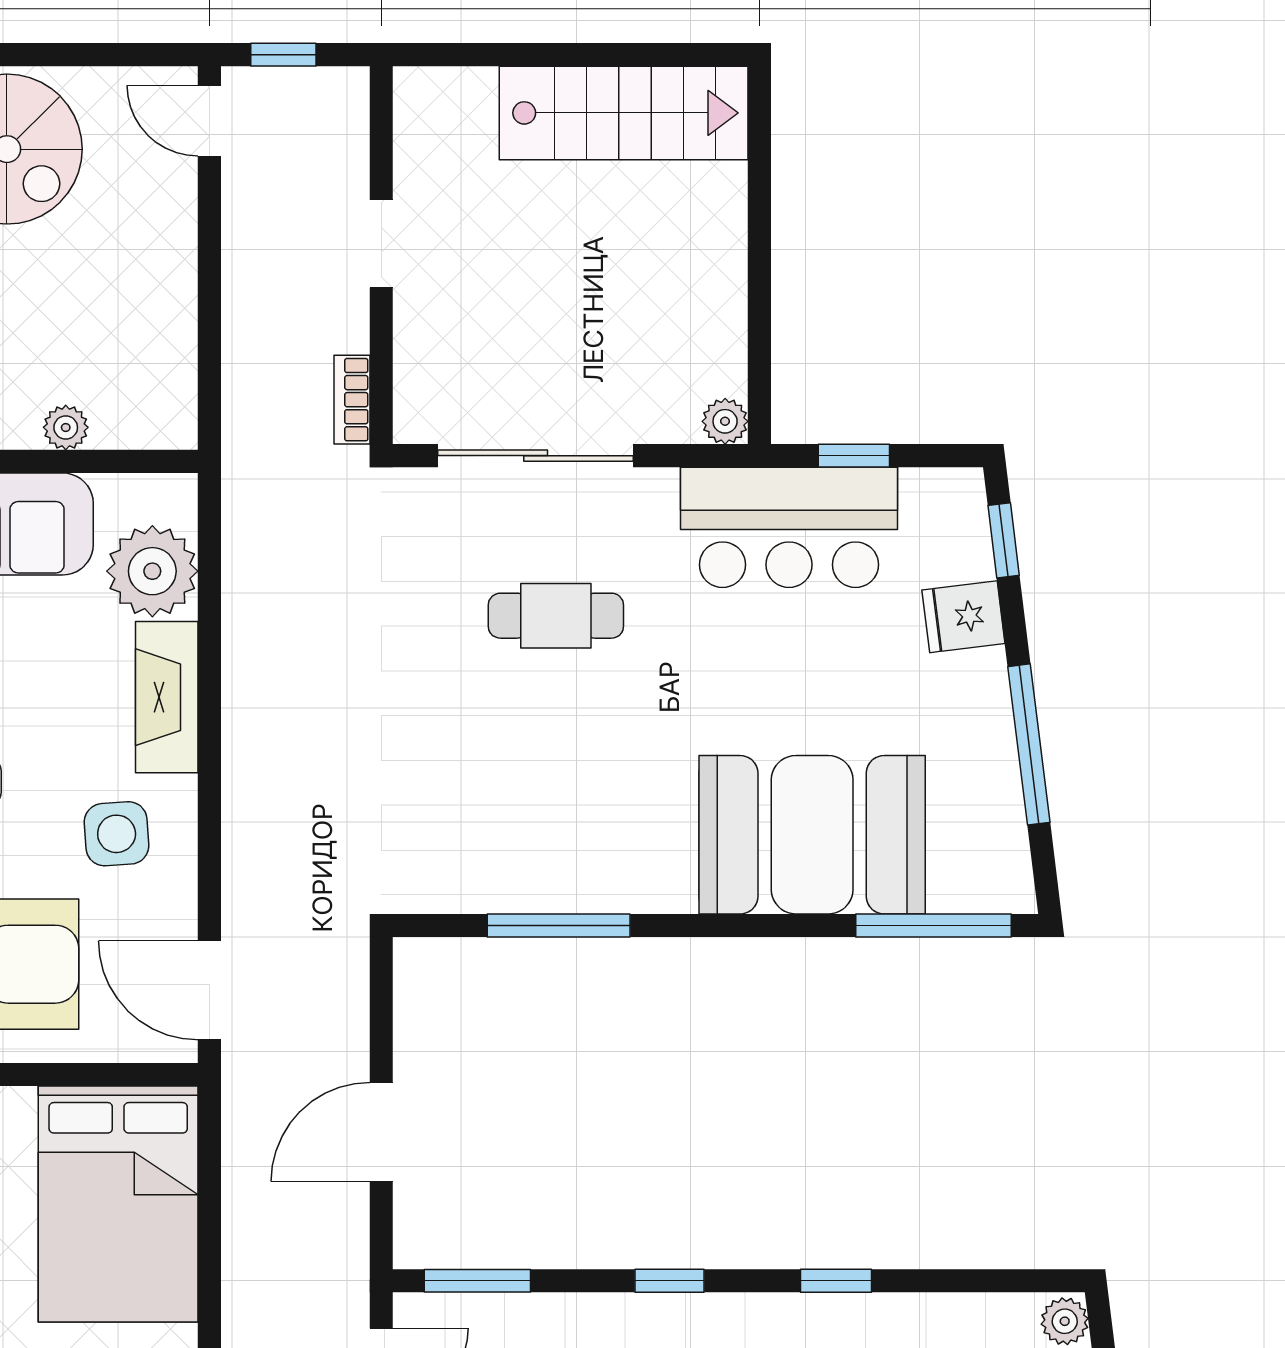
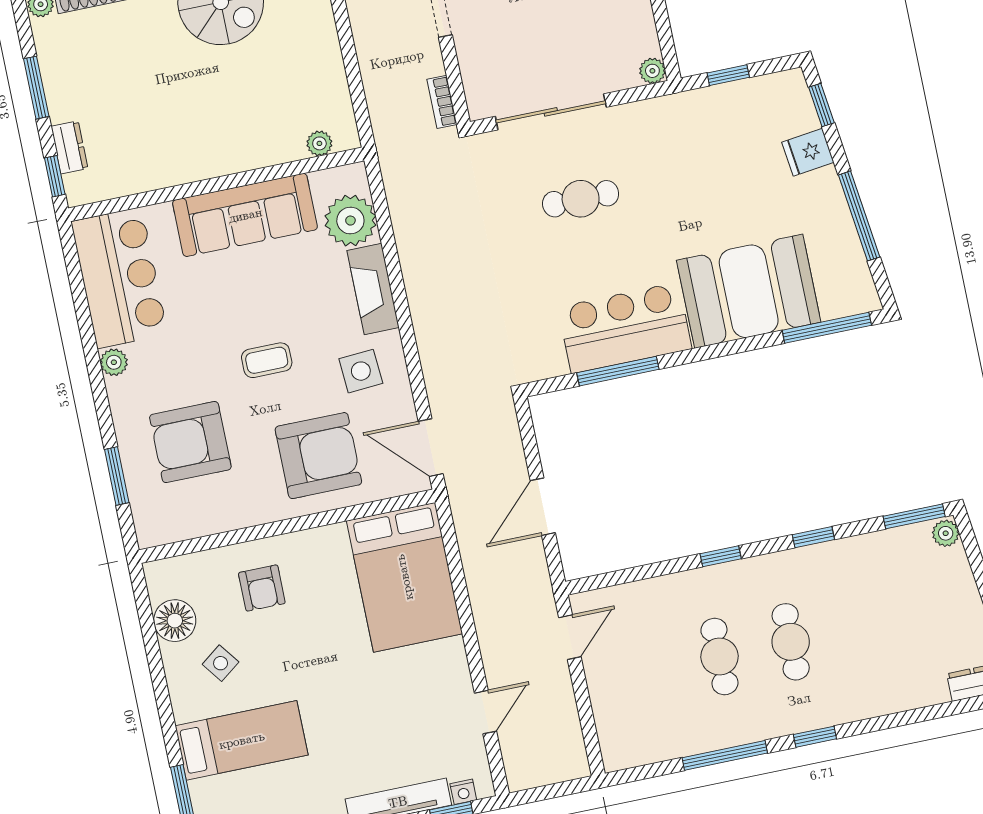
plant: (66, 427) -> (319, 143), moved
bar counter: (789, 527) -> (625, 328), moved, turned 180
window: (477, 1281) -> (914, 516), moved

